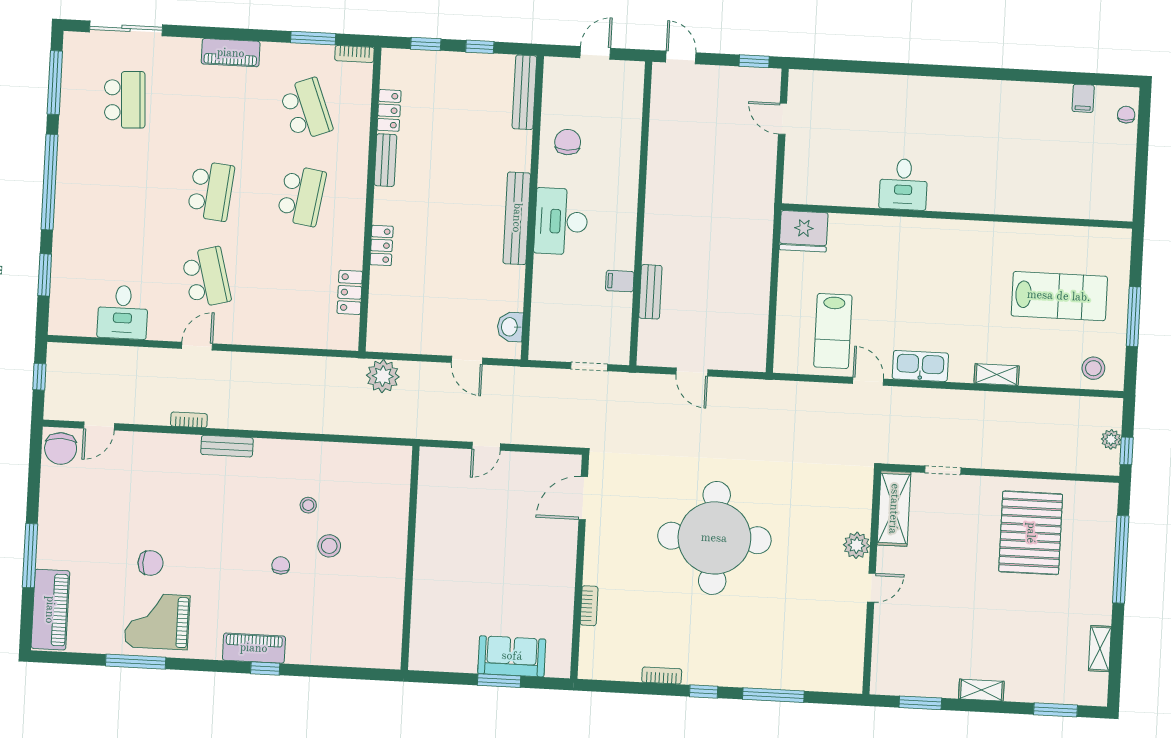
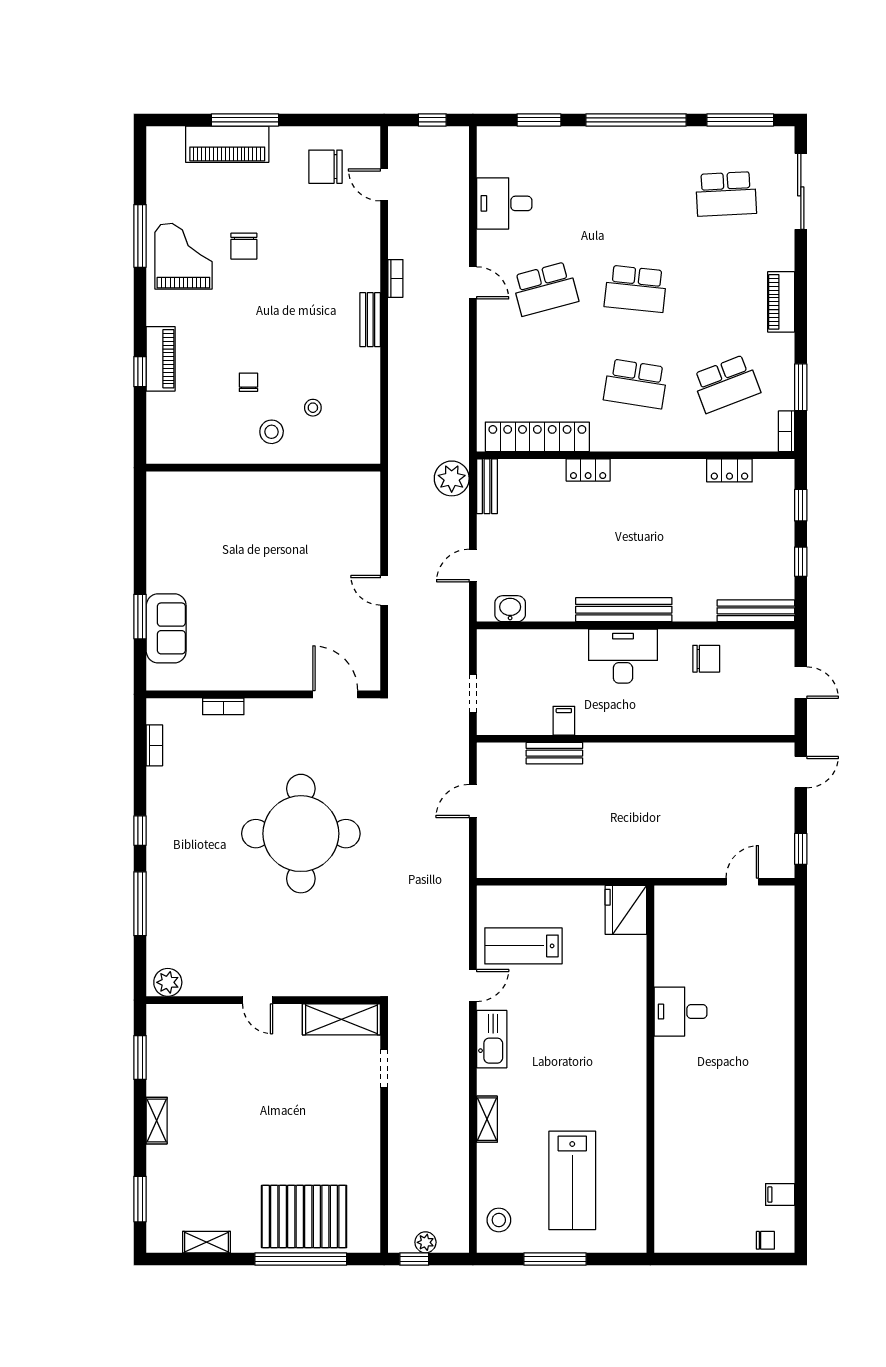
bench: (385, 160) -> (487, 486), moved, turned 90
locker: (350, 292) -> (537, 437), width x2.16, depth x1.21
chair: (61, 448) -> (325, 167), moved
pallet: (1031, 533) -> (304, 1216), moved
plant: (857, 545) -> (168, 982), moved
wall: (410, 558) -> (263, 468), moved
chair: (281, 565) -> (248, 382), turned -90
piano: (50, 610) -> (227, 144), moved
bookcase: (662, 675) -> (154, 745), moved

